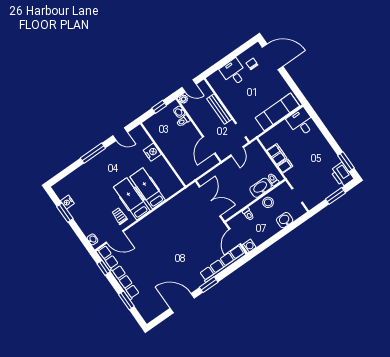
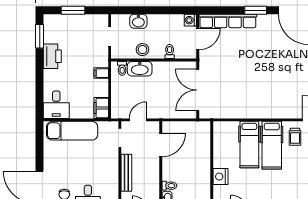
filing cabinet: (277, 154) -> (101, 108), moved
printer: (342, 175) -> (52, 56), moved

